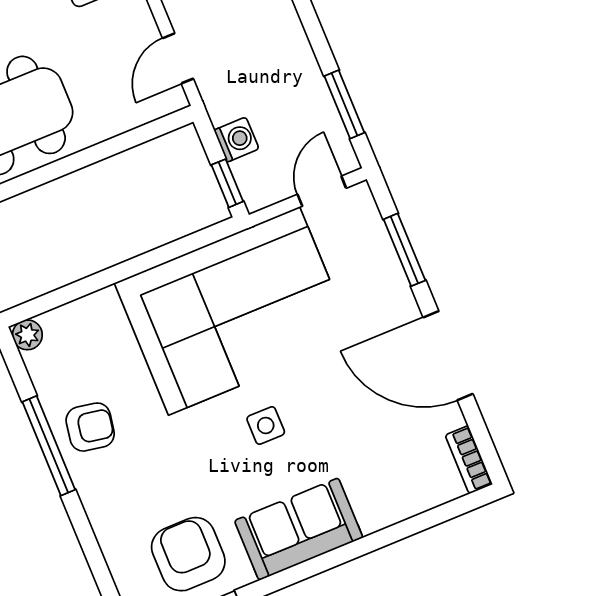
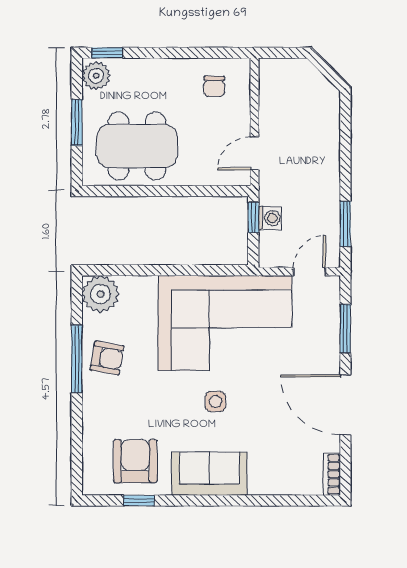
window: (227, 183) -> (253, 217), moved
plant: (27, 335) -> (100, 294), width x1.88, depth x1.88

